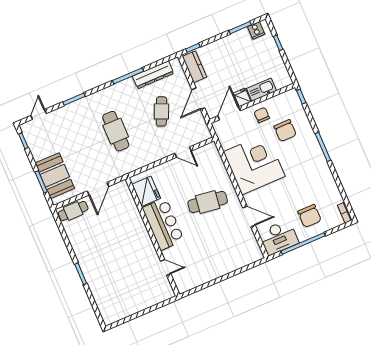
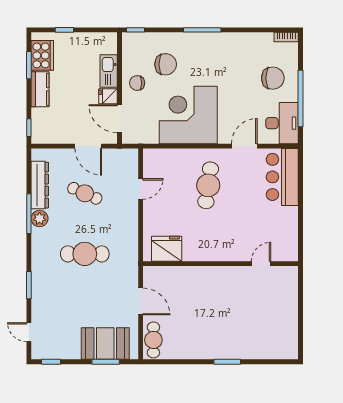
cooker: (256, 30) -> (42, 55), width x1.87, depth x1.31
kitchen counter: (194, 67) -> (40, 89), moved, turned 90
plant: (128, 85) -> (40, 219), added
bar counter: (163, 224) -> (282, 177), moved, turned -90

